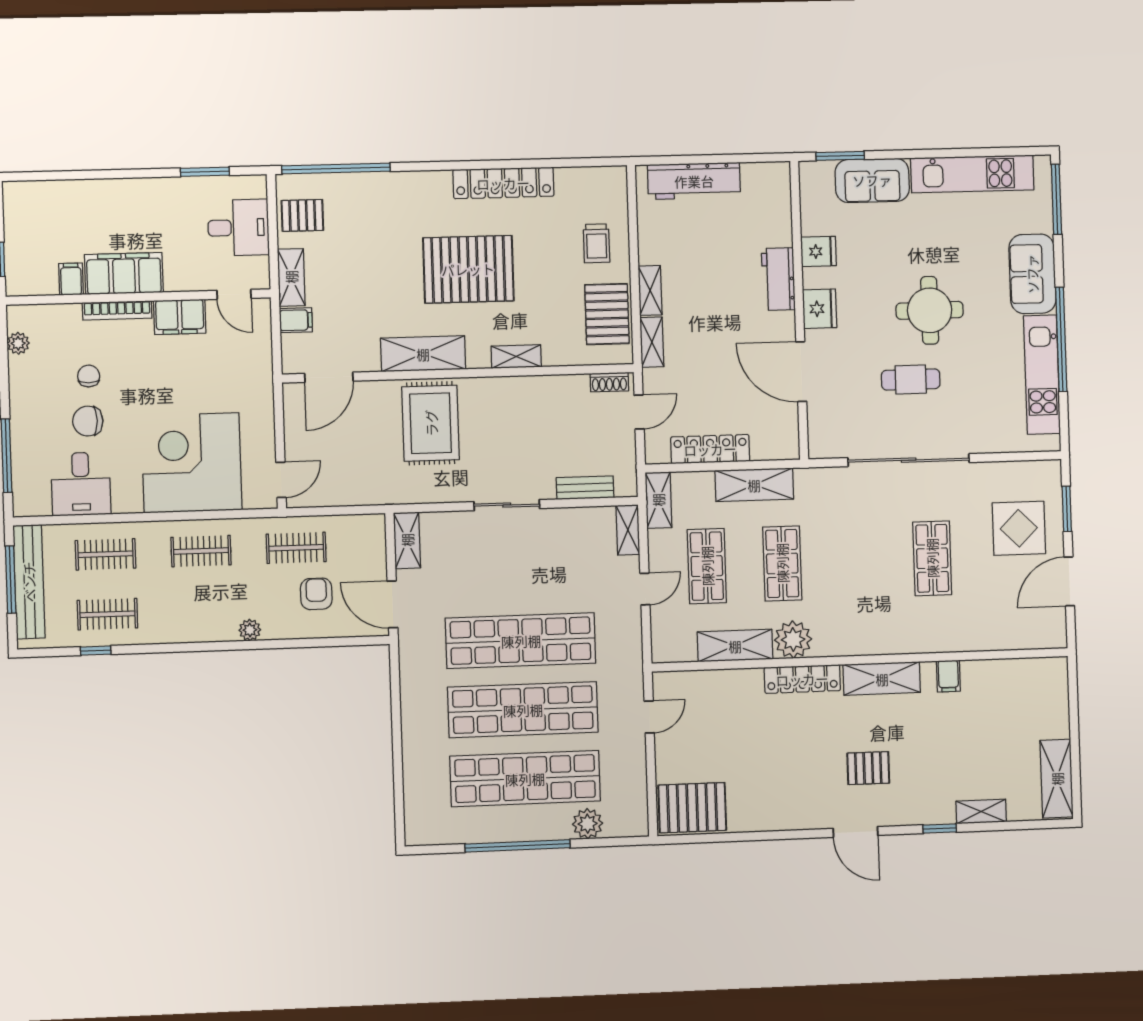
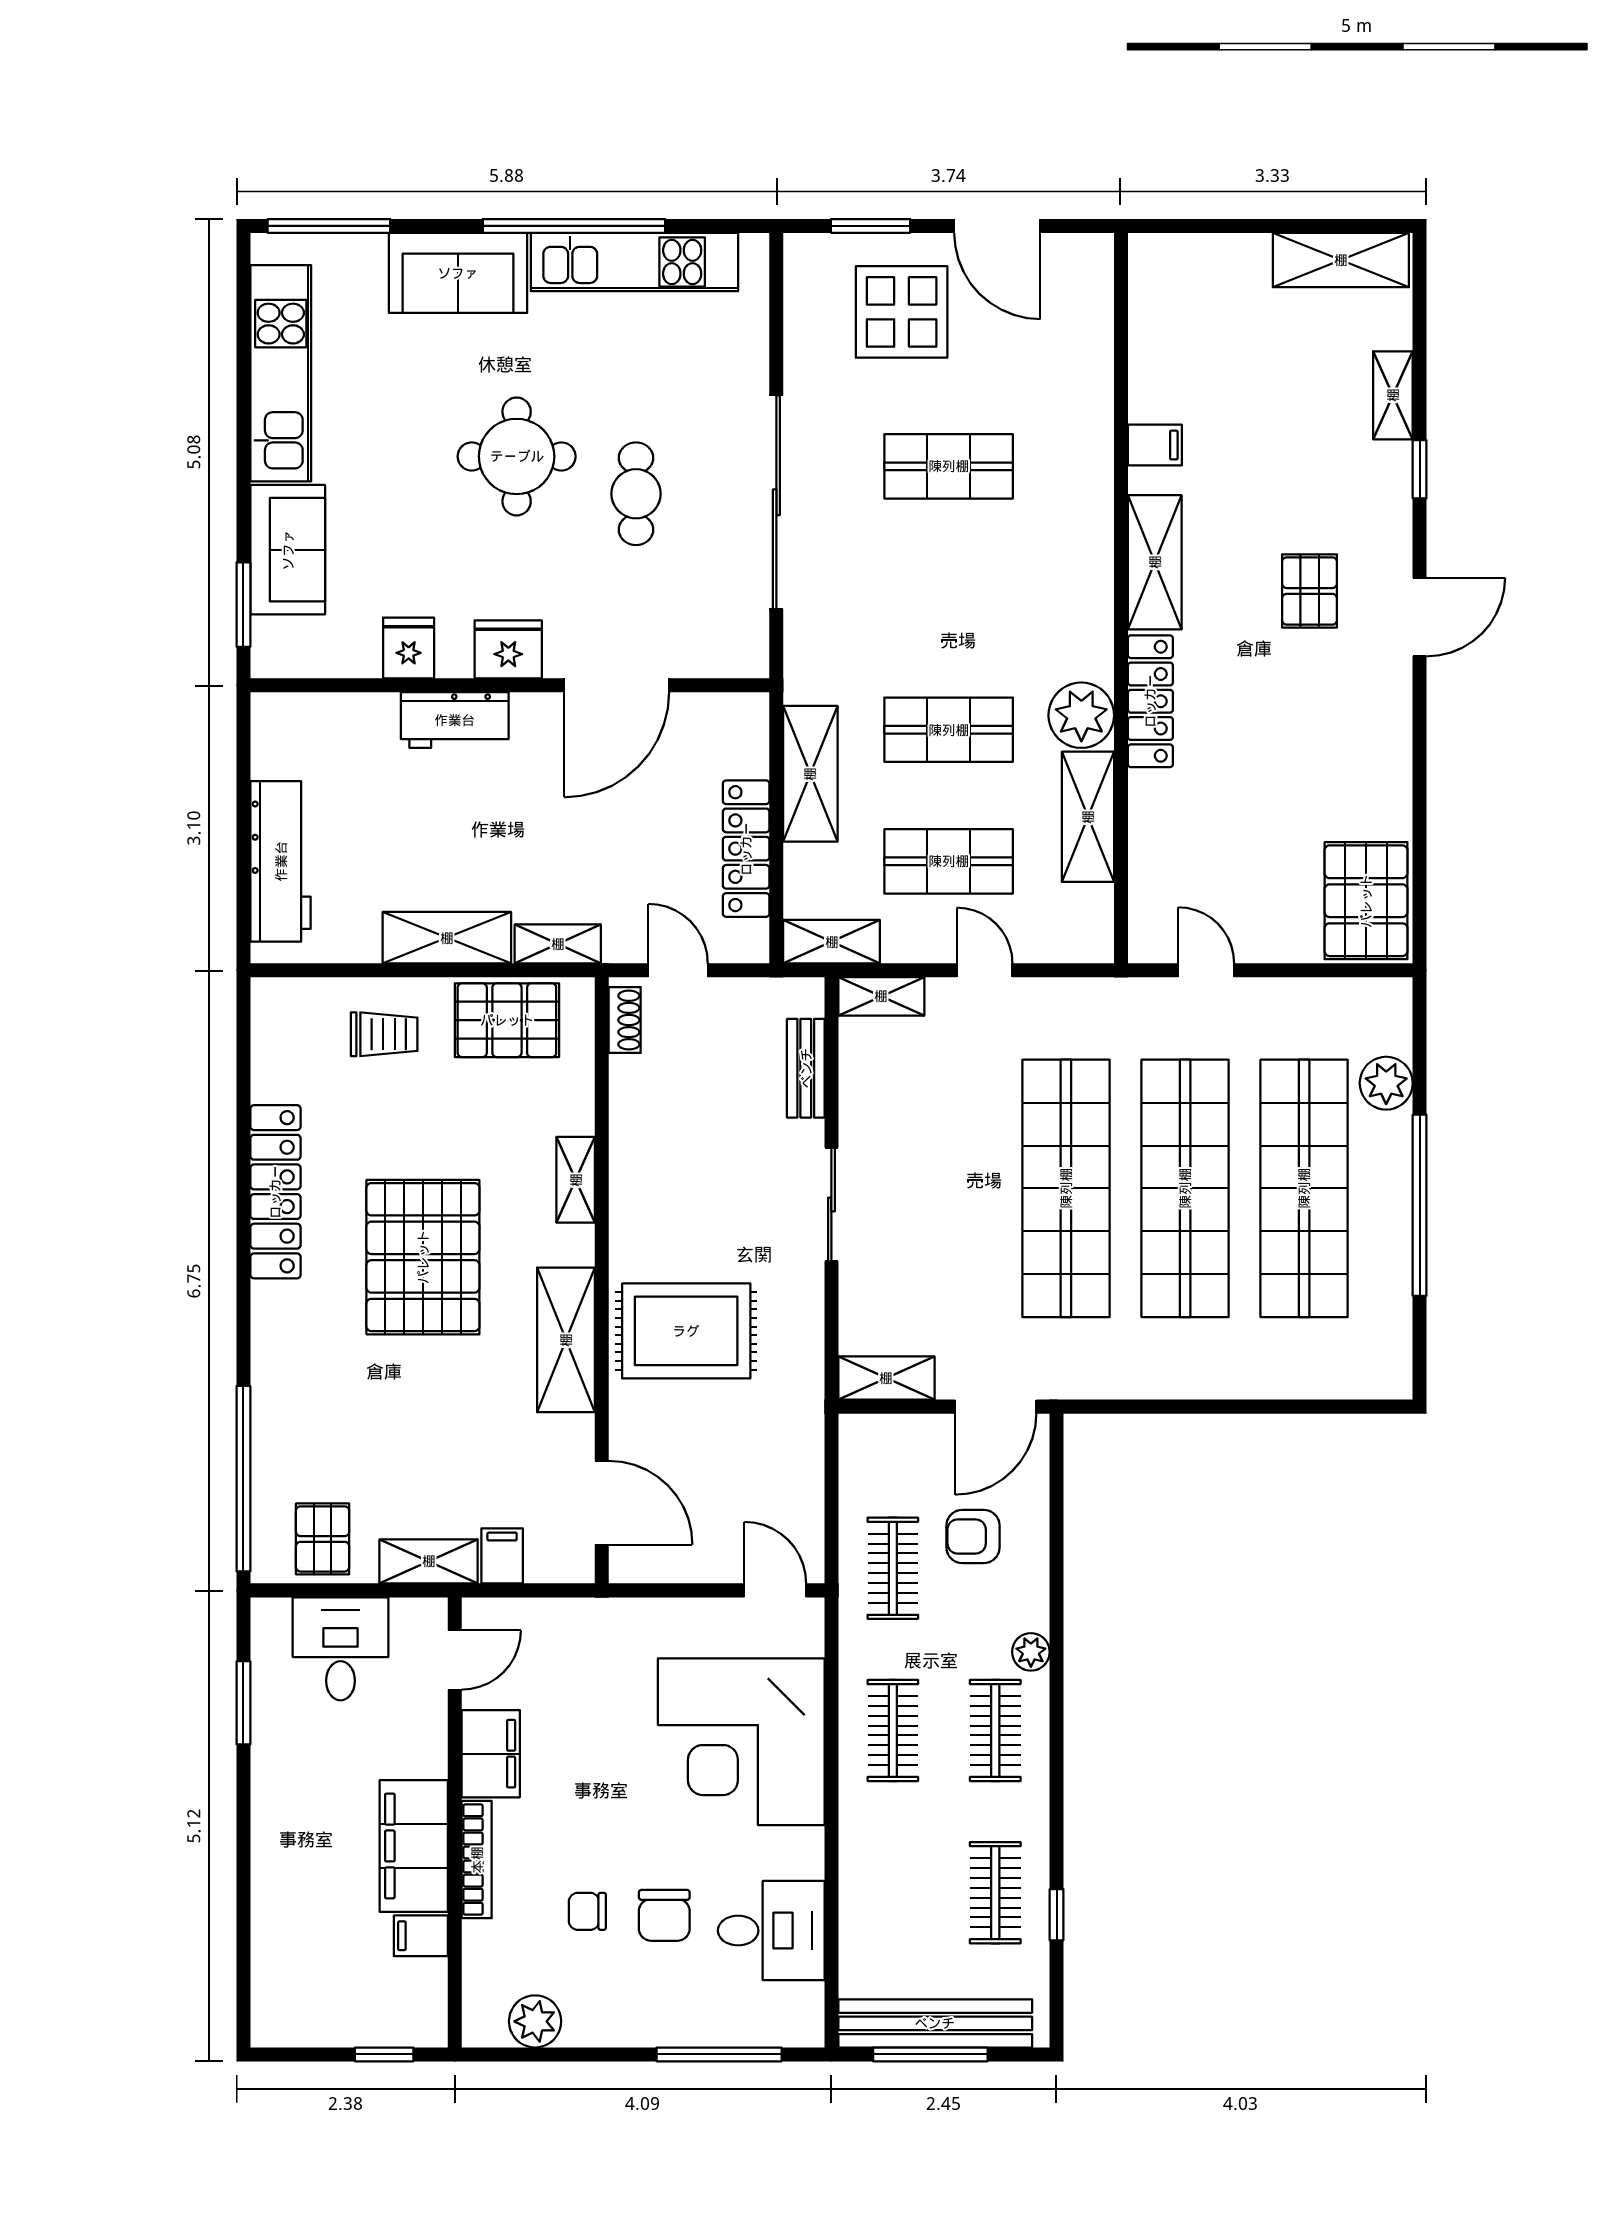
shelving: (650, 290) -> (447, 938), width x1.50, depth x1.33
plant: (18, 343) -> (535, 2021), width x1.38, depth x1.38
clothes rail: (105, 554) -> (995, 1731), moved

